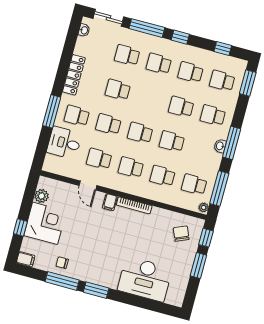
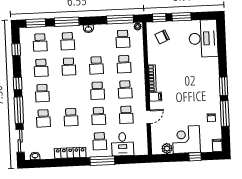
window: (232, 143) -> (67, 22), moved
desk: (145, 279) -> (203, 38), moved

